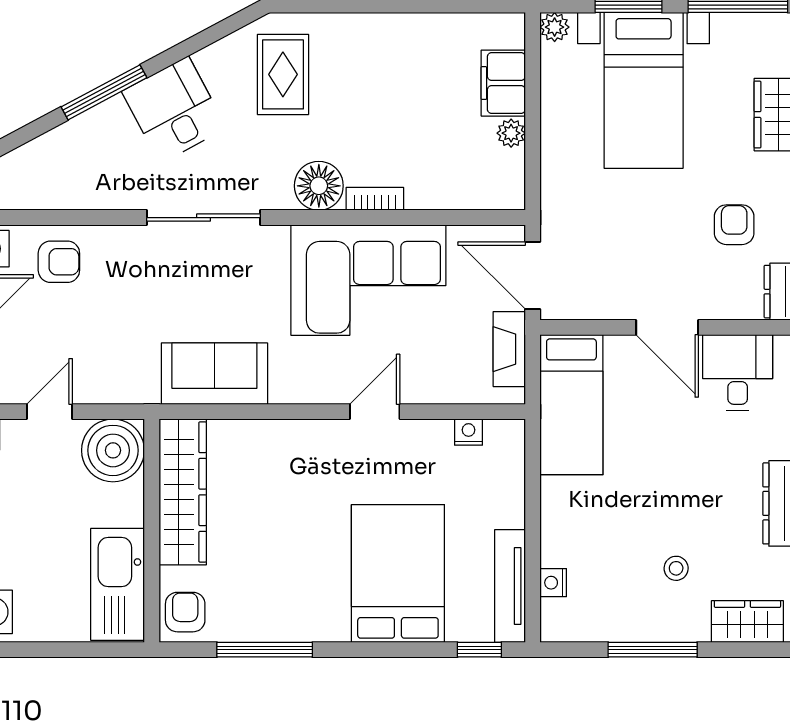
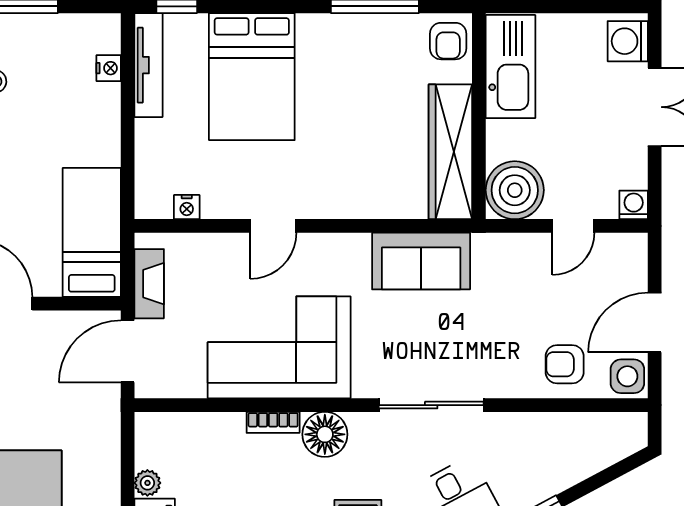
door: (533, 276) -> (128, 351), swing flipped

